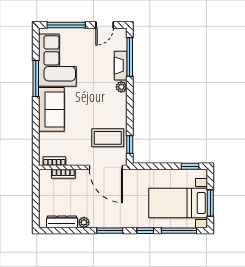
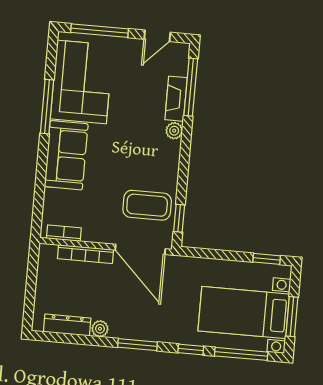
bookcase: (63, 174) -> (85, 254), width x1.56

